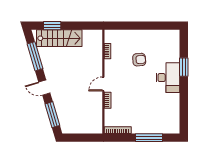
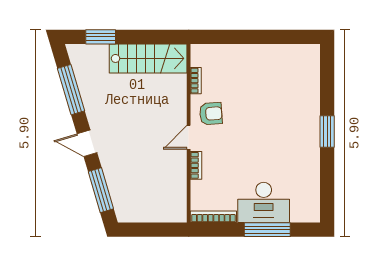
stairs: (59, 38) -> (148, 58), moved
armchair: (139, 60) -> (211, 114), moved
window: (184, 67) -> (327, 132), moved
desk: (168, 78) -> (264, 202), moved, turned 90

